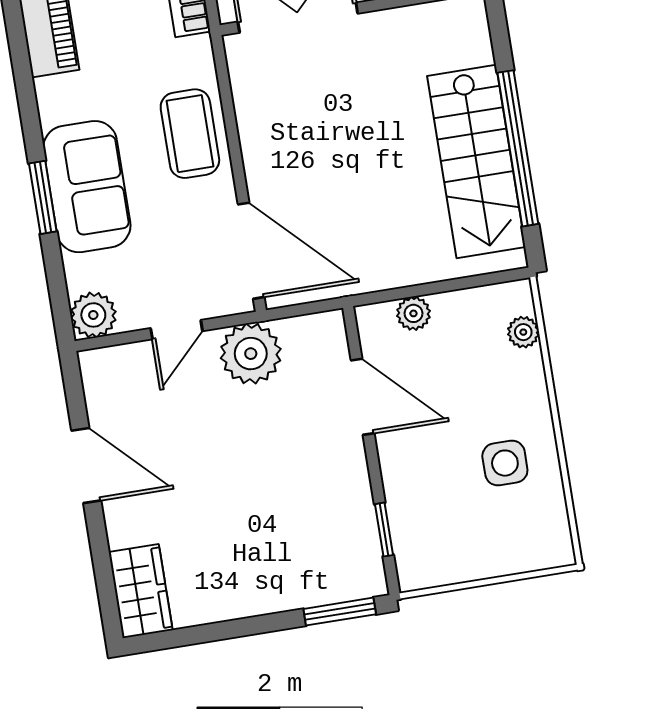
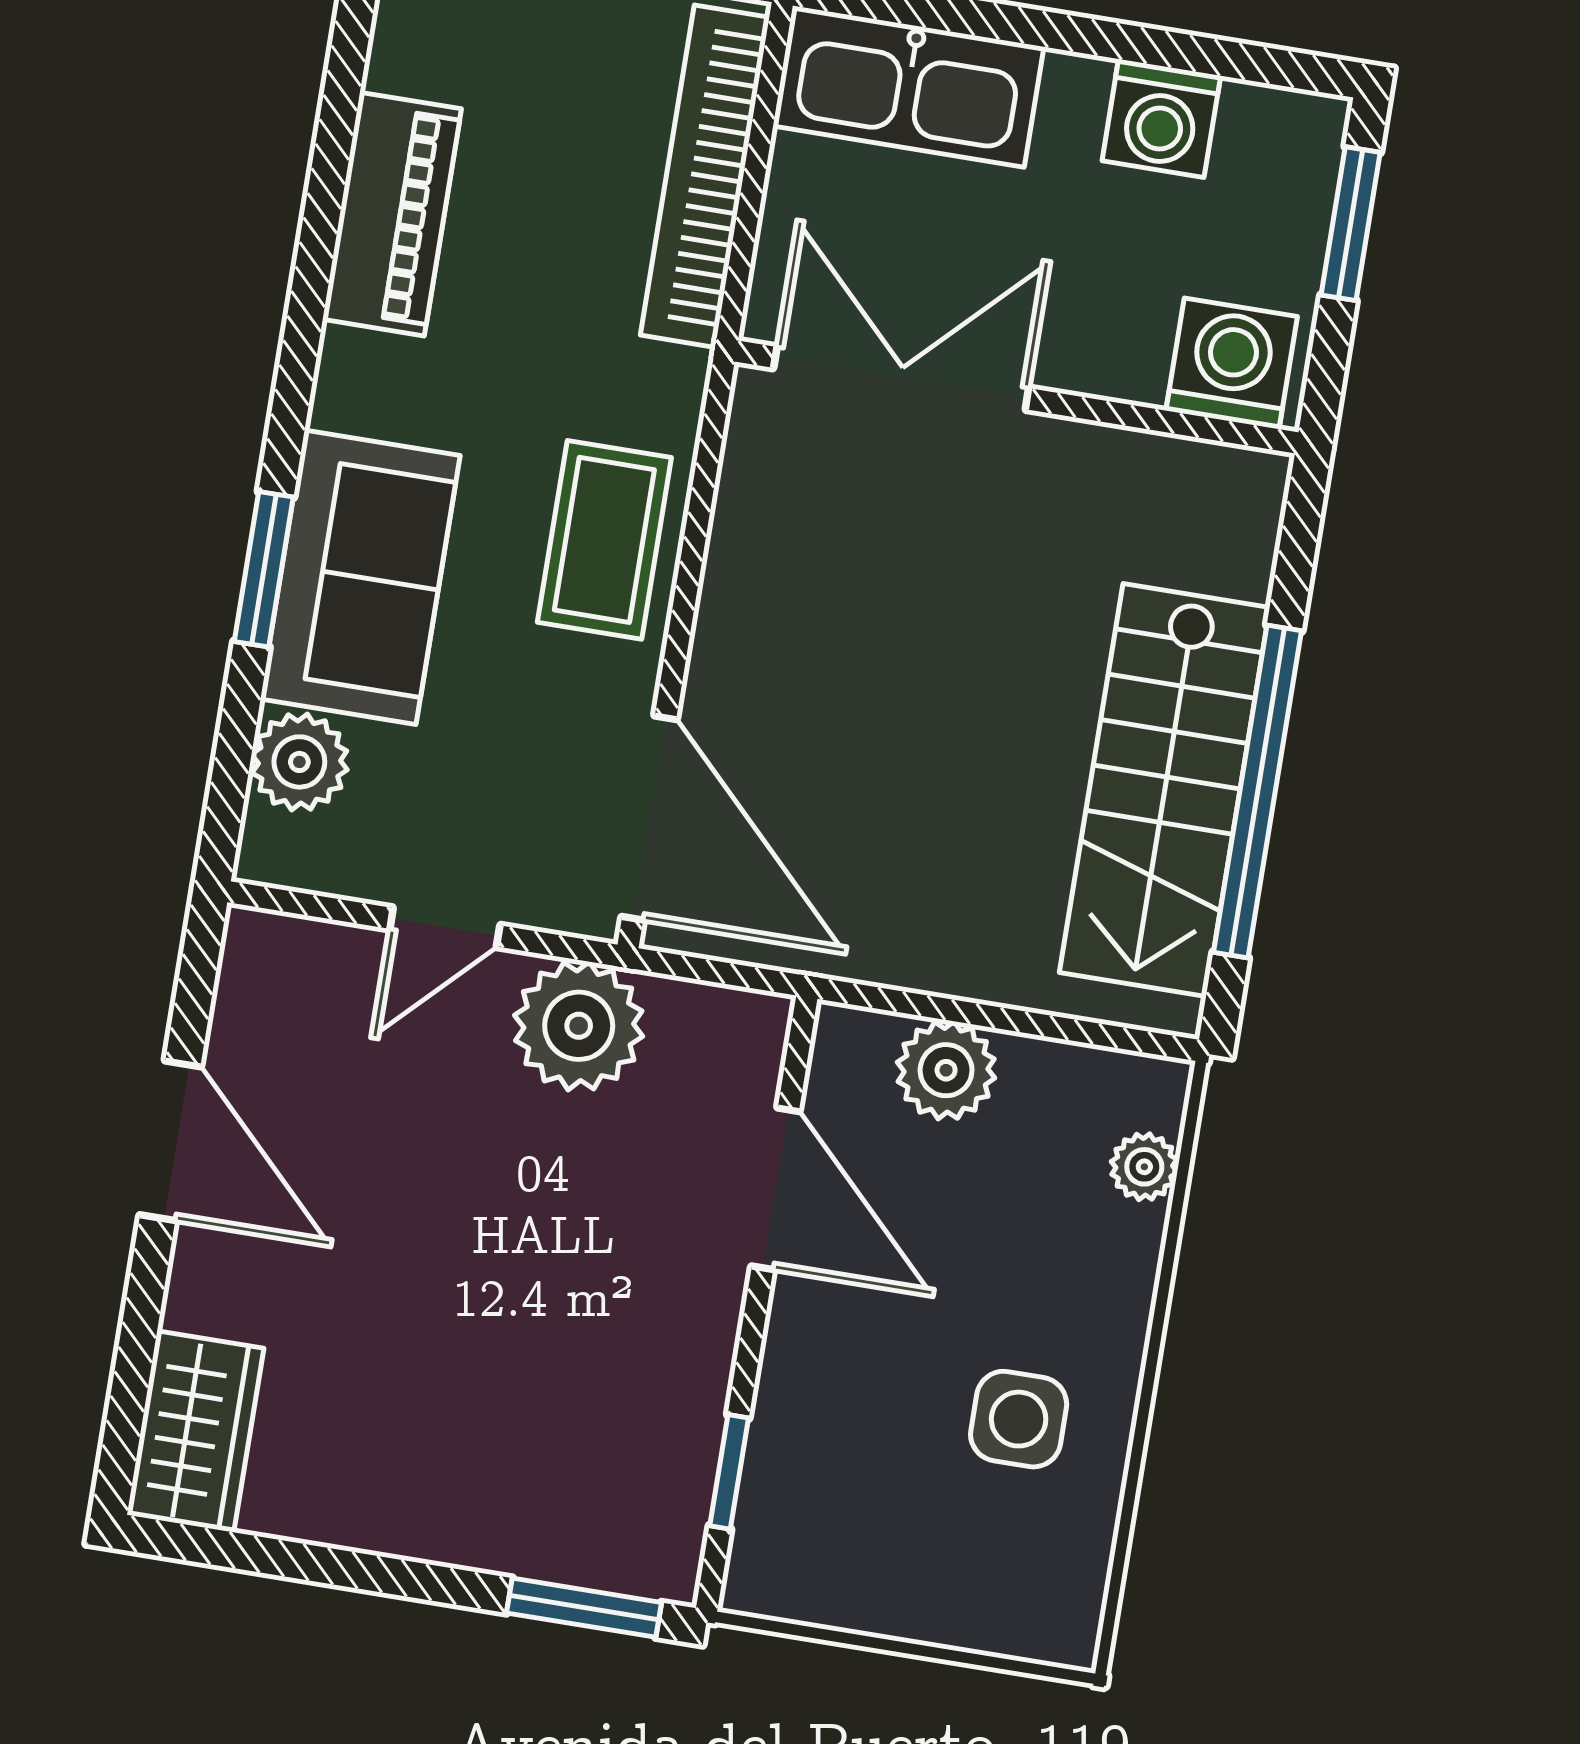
plant: (413, 313) -> (946, 1070), width x1.38, depth x1.38
plant: (93, 315) -> (299, 762), moved

